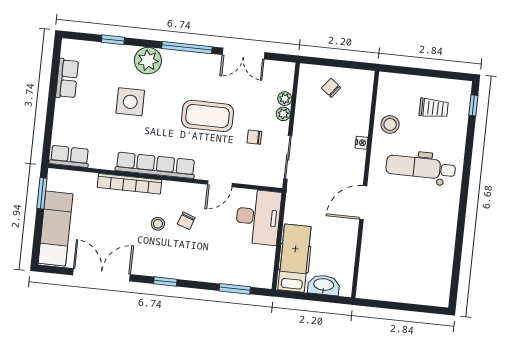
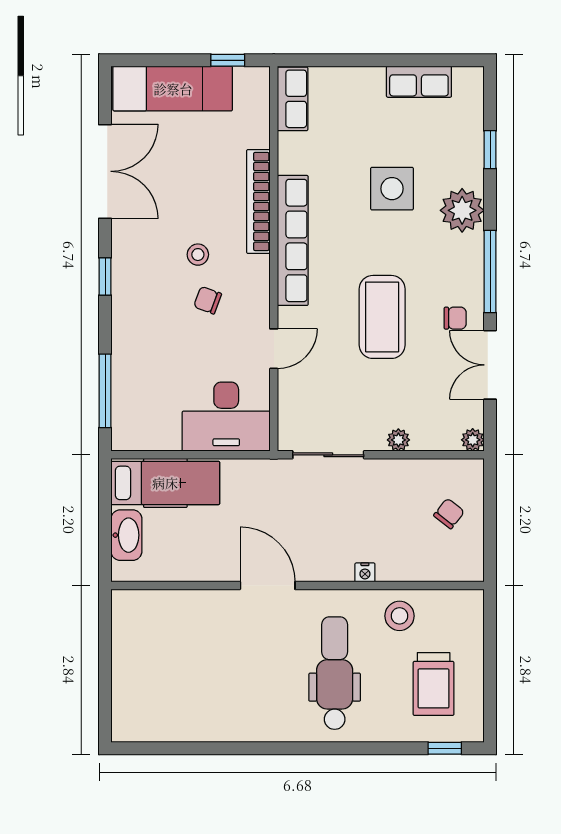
plant: (285, 99) -> (473, 440), moved
trolley: (434, 108) -> (434, 684), width x1.36, depth x1.39
chair: (254, 137) -> (455, 318), moved, turned 90
door: (220, 184) -> (274, 349), swing flipped
window: (42, 193) -> (228, 60), width x0.67
window: (235, 289) -> (105, 391), width x1.44

